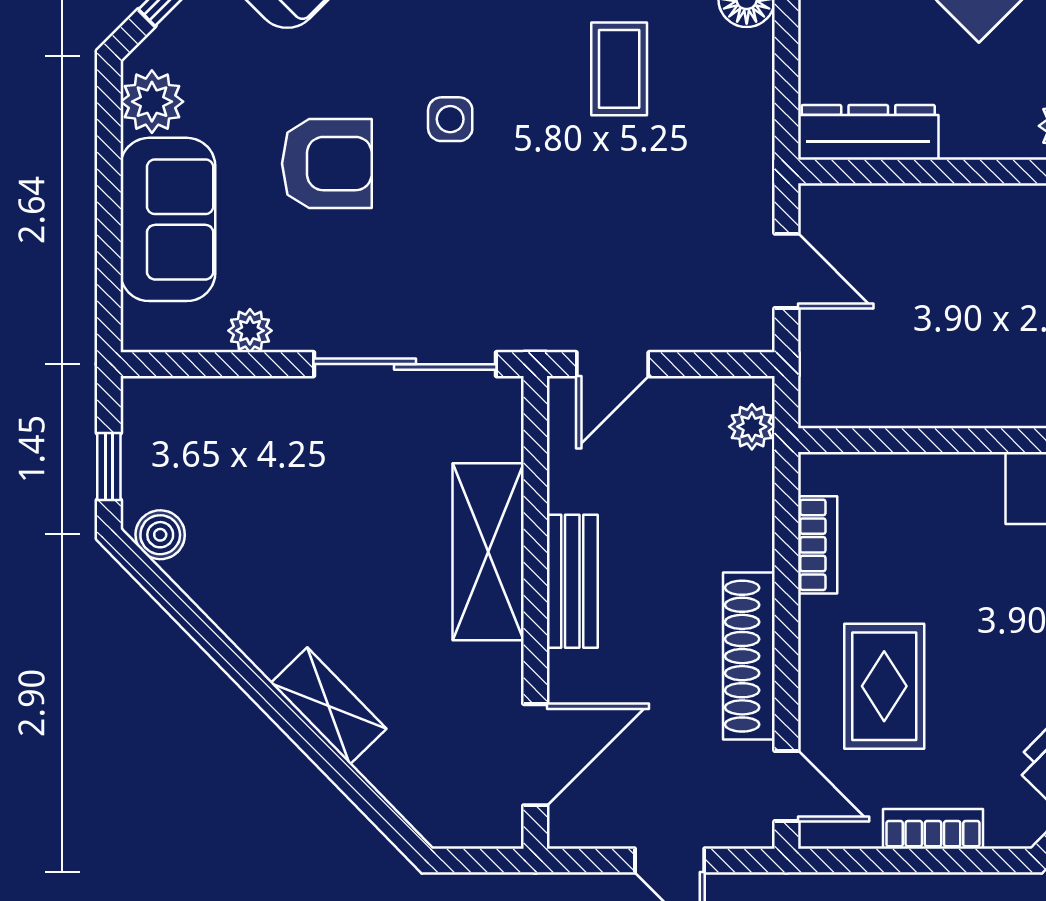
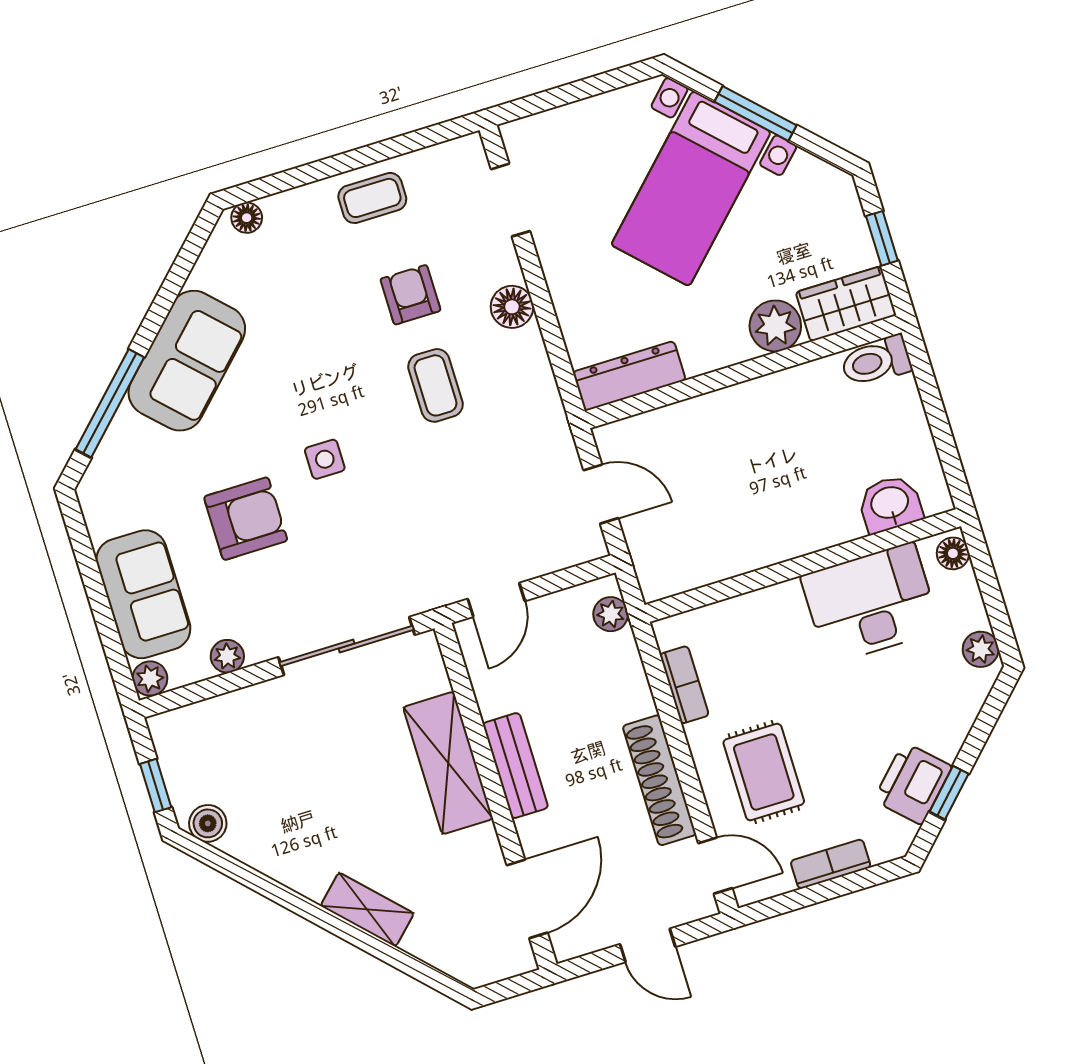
plant: (152, 102) -> (150, 678), moved, width x0.73, depth x0.73

